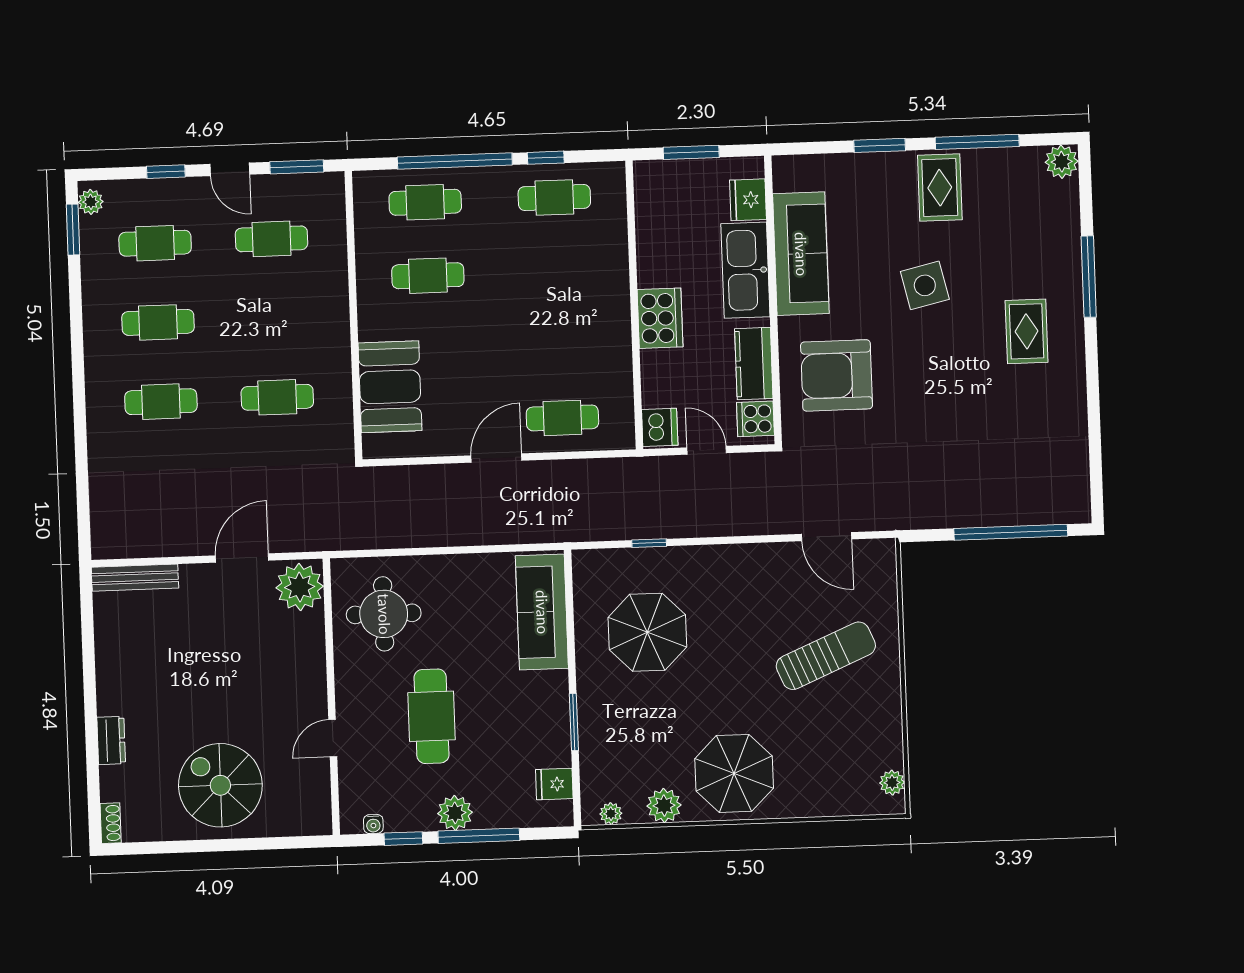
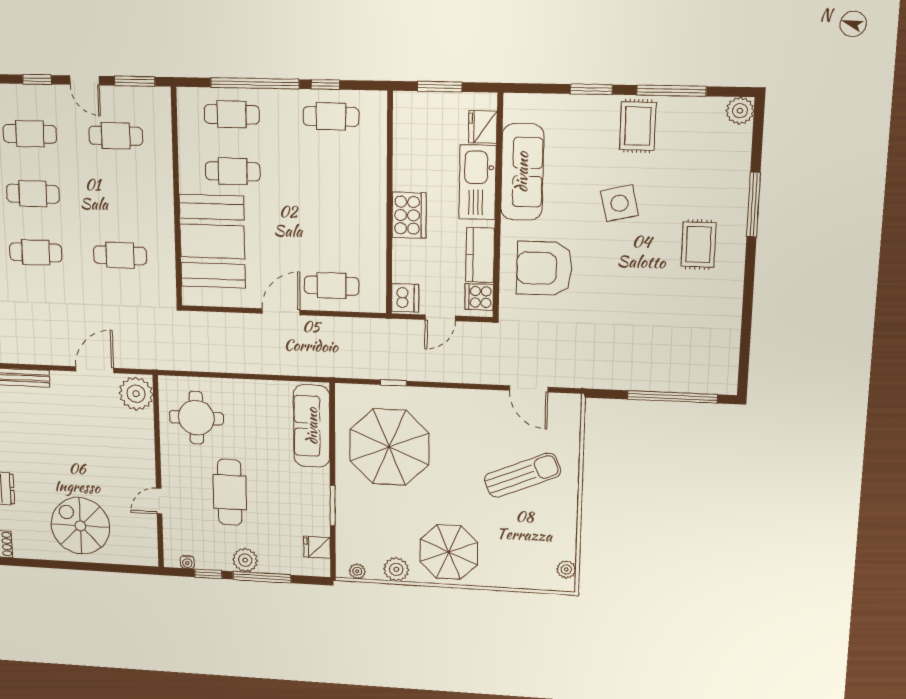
booth: (390, 387) -> (212, 241), width x1.36, depth x1.42
door: (707, 450) -> (440, 318), swing flipped
parasol: (647, 632) -> (389, 447), width x1.36, depth x1.36

